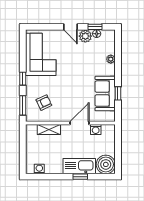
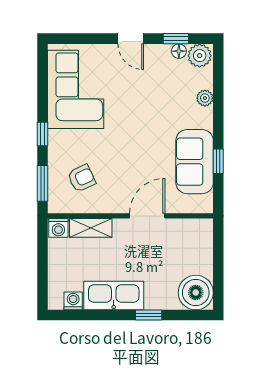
plant: (85, 36) -> (200, 56), moved
washing machine: (96, 129) -> (58, 228), moved
kitchen sink: (79, 166) -> (114, 296), moved

